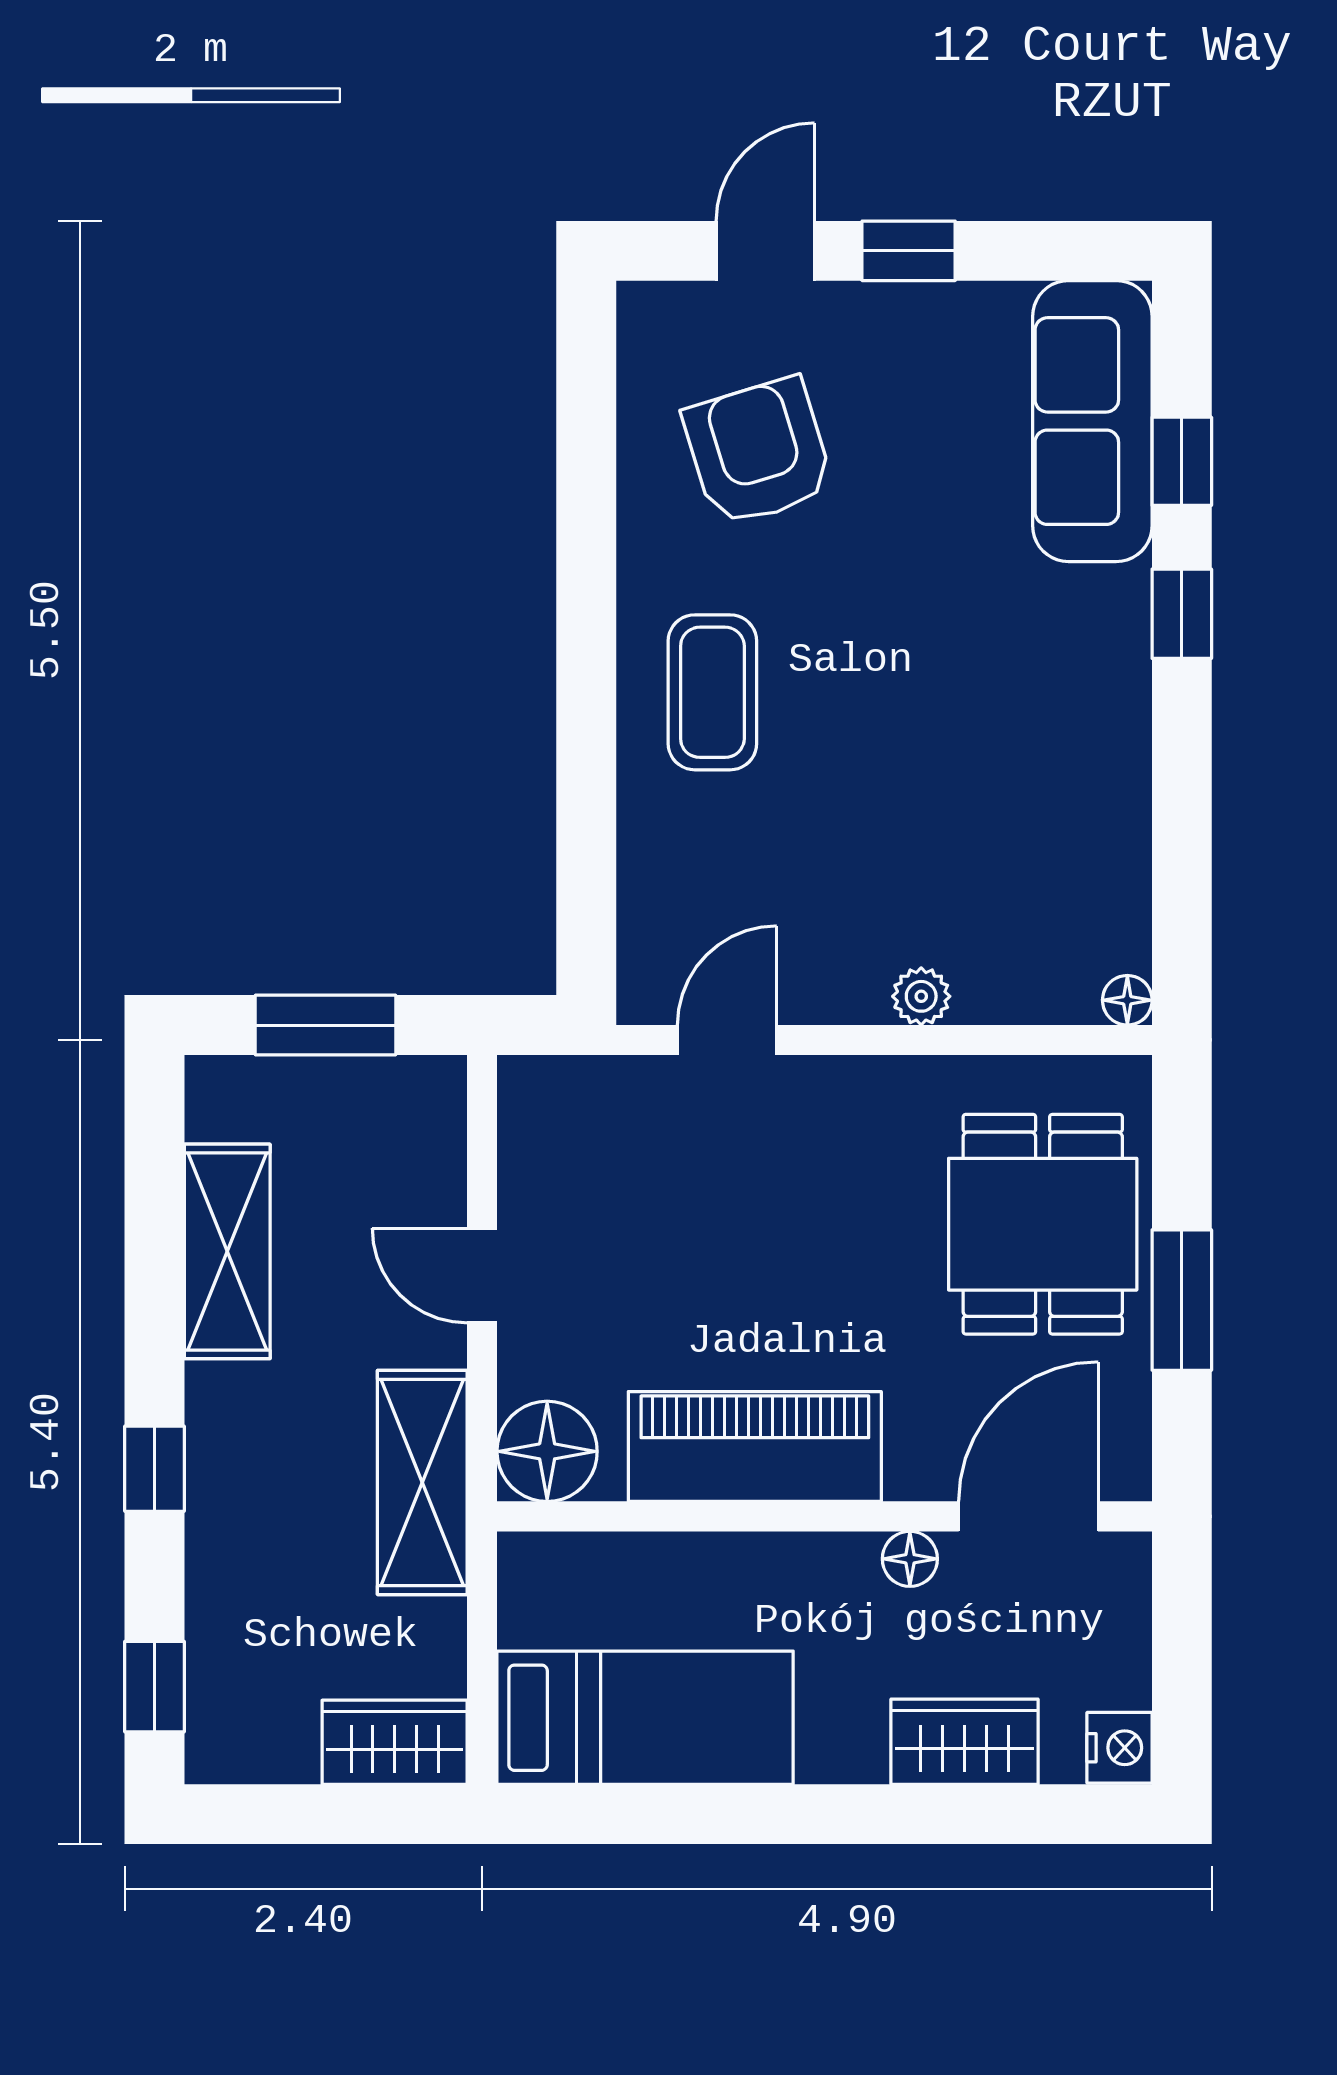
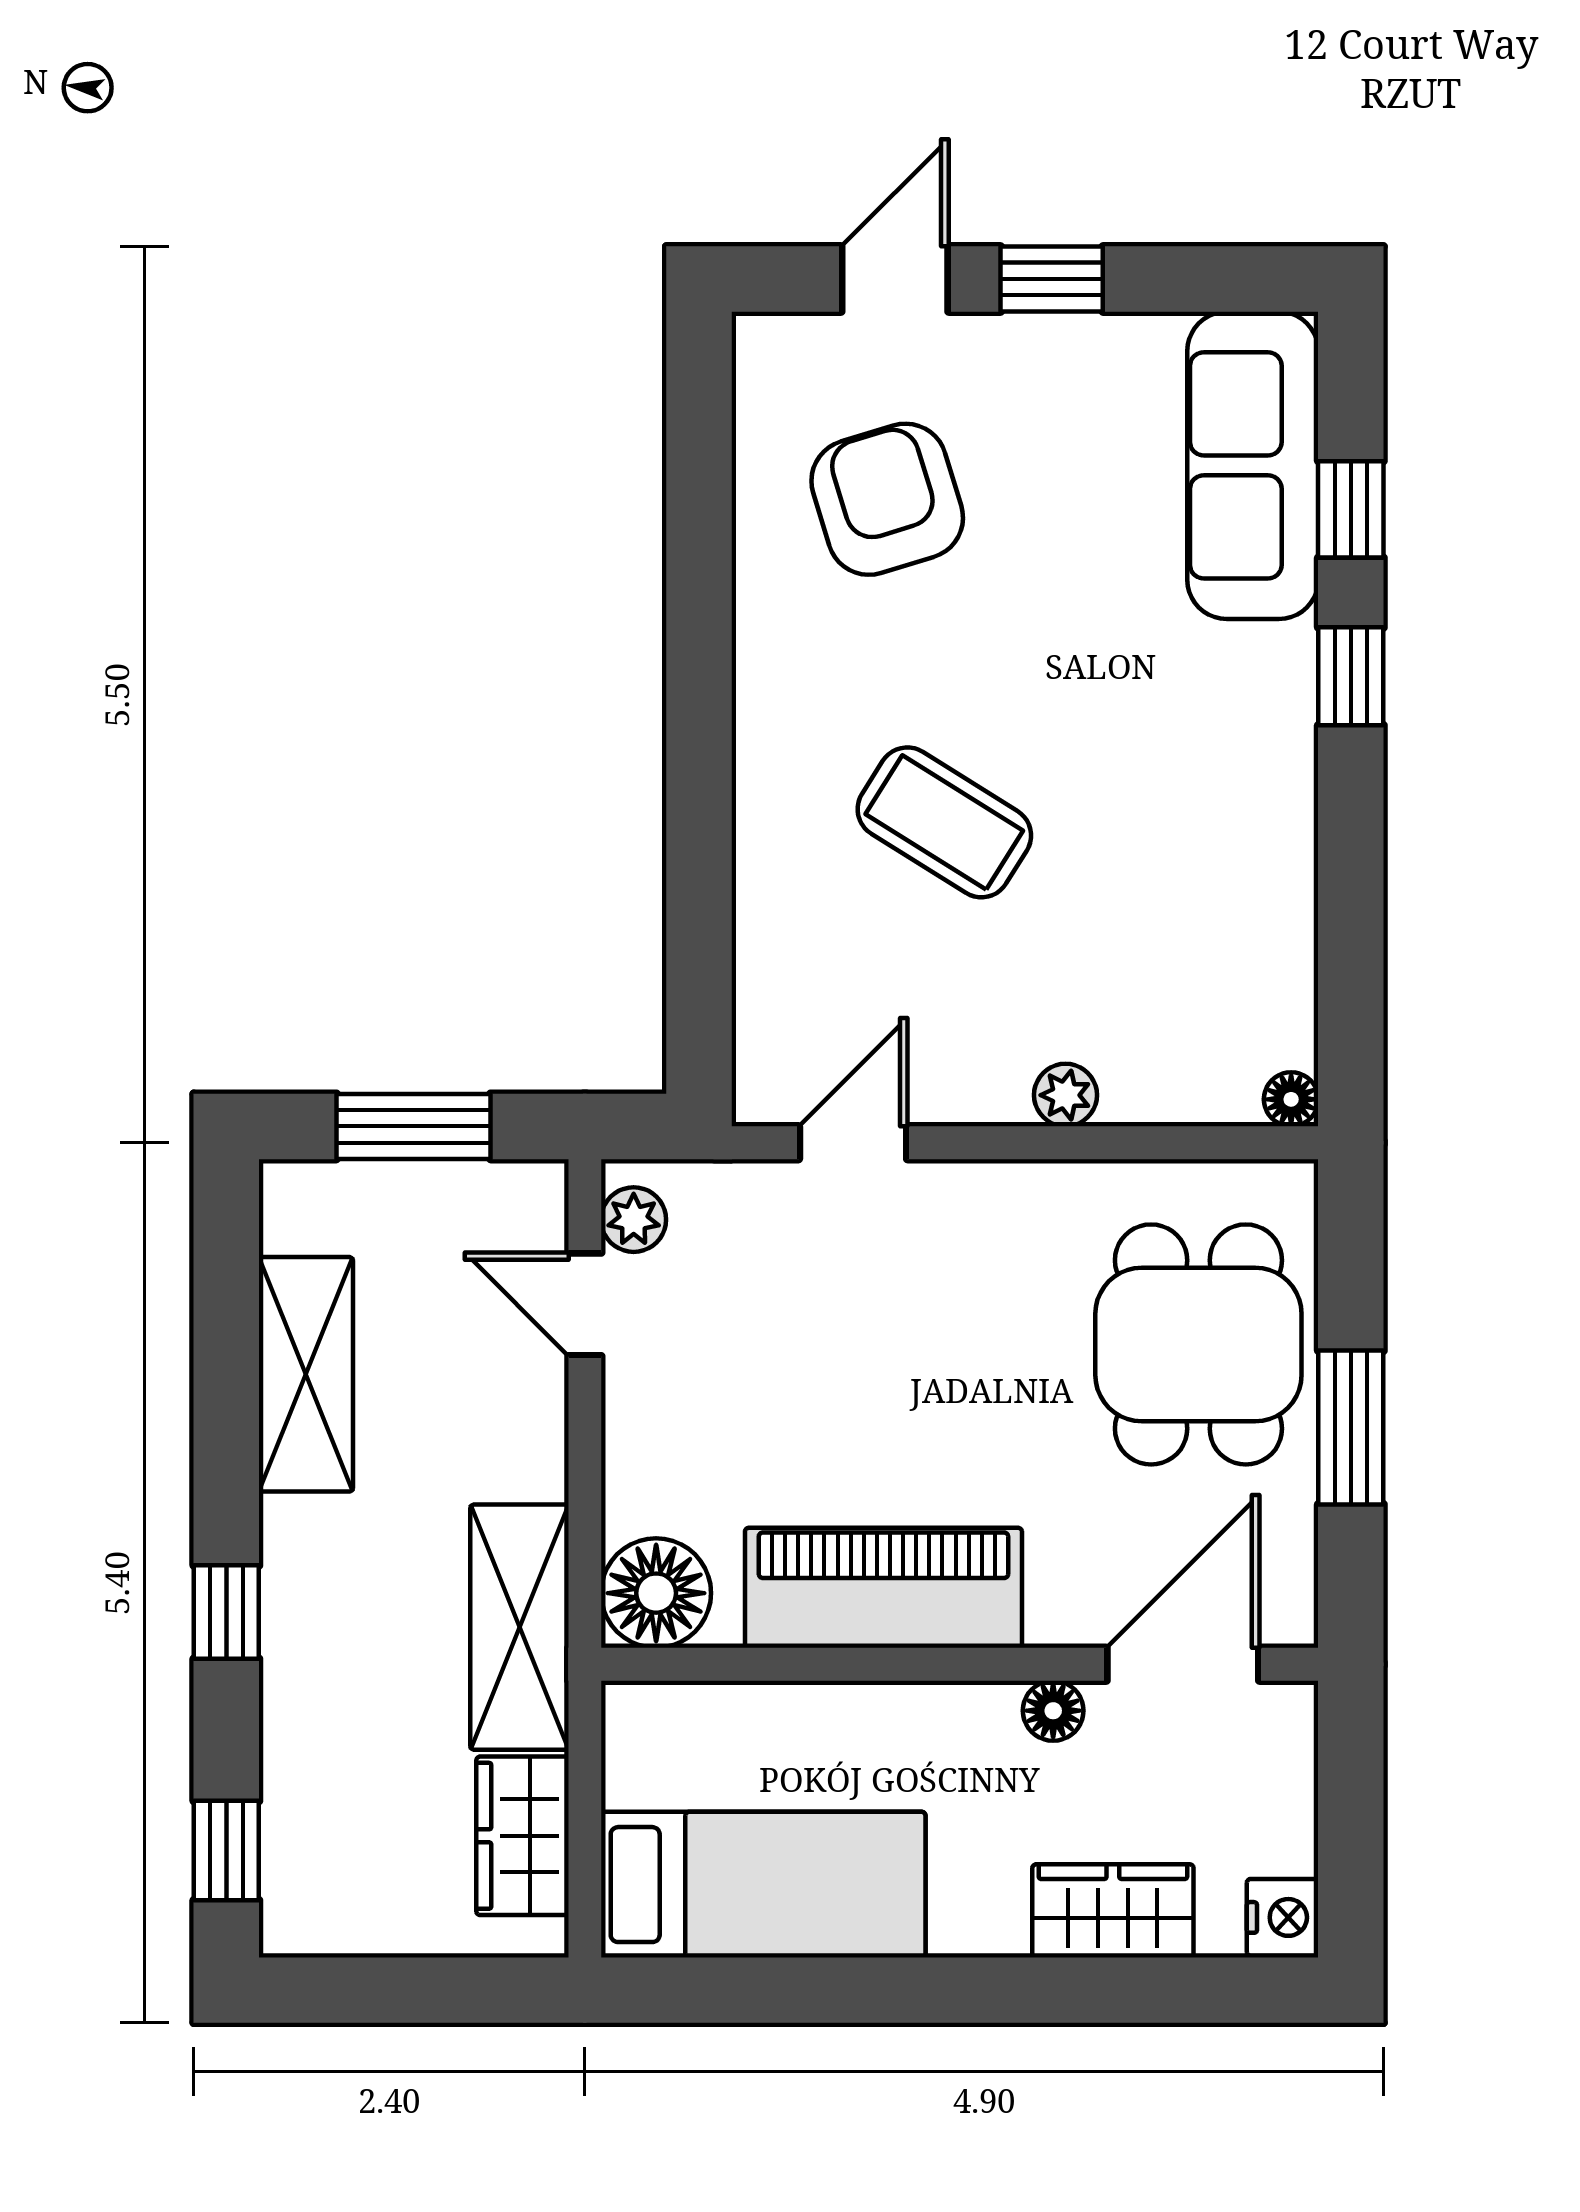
coffee table: (712, 692) -> (944, 822), moved, turned -58
plant: (527, 1110) -> (634, 1220), added
door: (482, 1275) -> (585, 1304), moved
wardrobe: (395, 1742) -> (523, 1836), moved, turned -90

